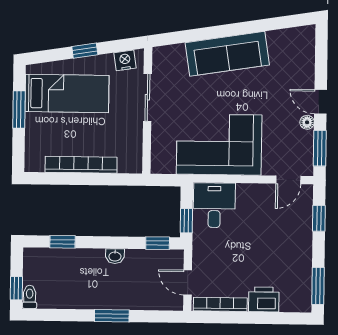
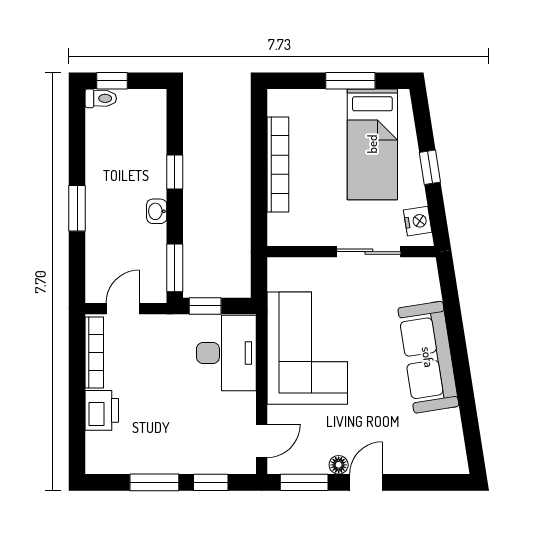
door: (288, 180) -> (262, 441), swing flipped
desk: (214, 205) -> (226, 353), width x1.37
window: (63, 242) -> (175, 172), moved
window: (158, 243) -> (175, 268), width x1.50
window: (318, 286) -> (154, 482), moved

